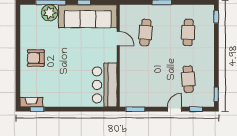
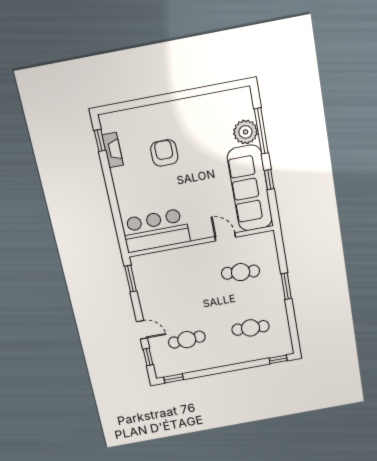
door: (118, 39) -> (225, 237), swing flipped
armchair: (36, 58) -> (164, 153), moved
fireplace: (31, 102) -> (113, 150), moved

